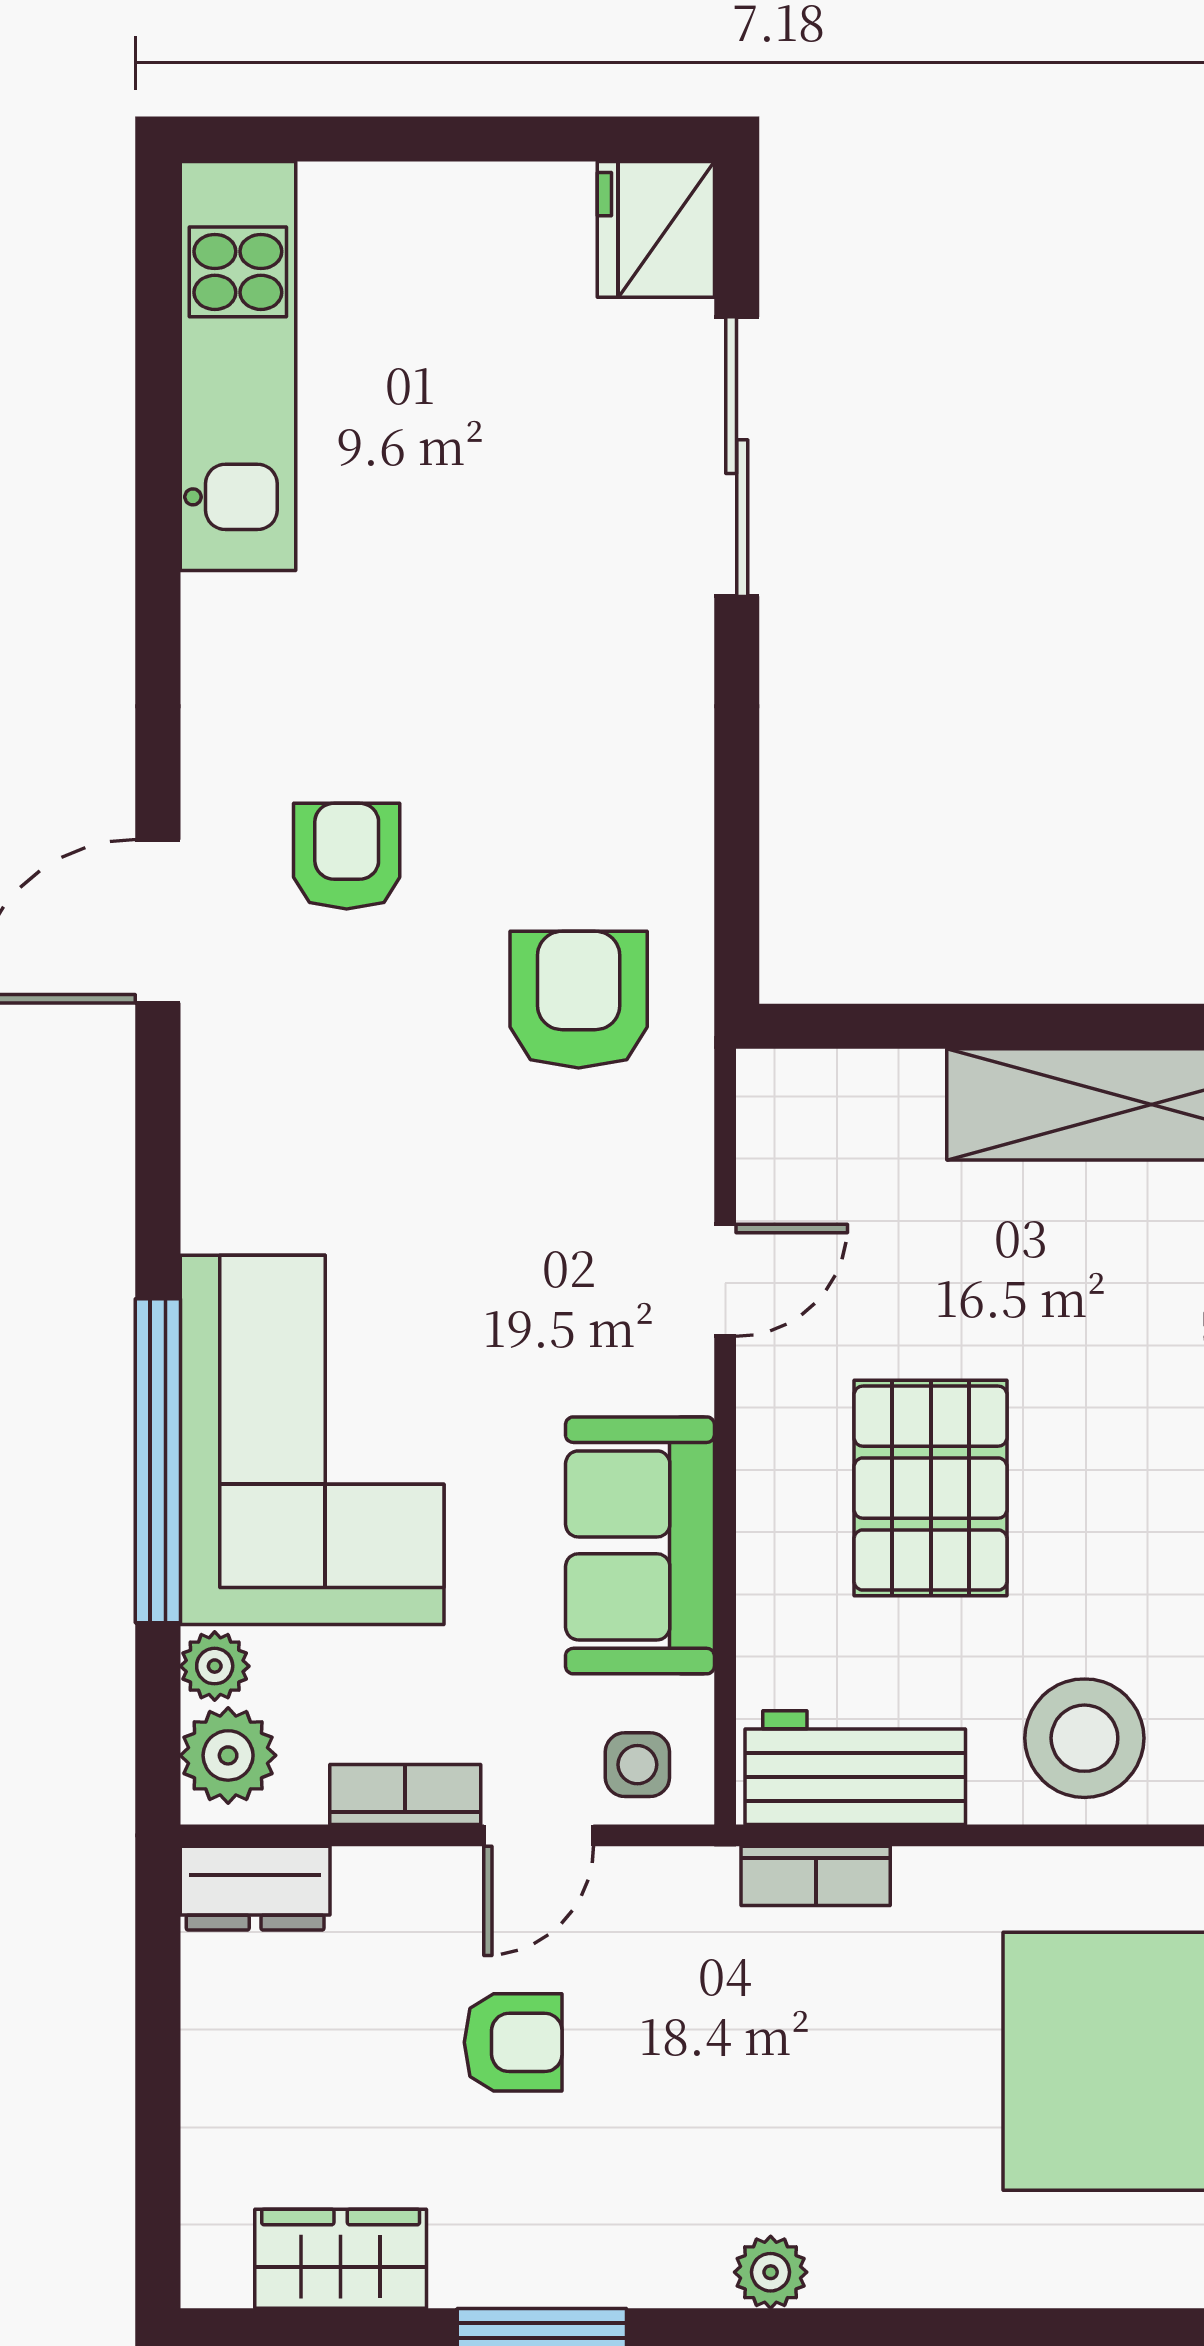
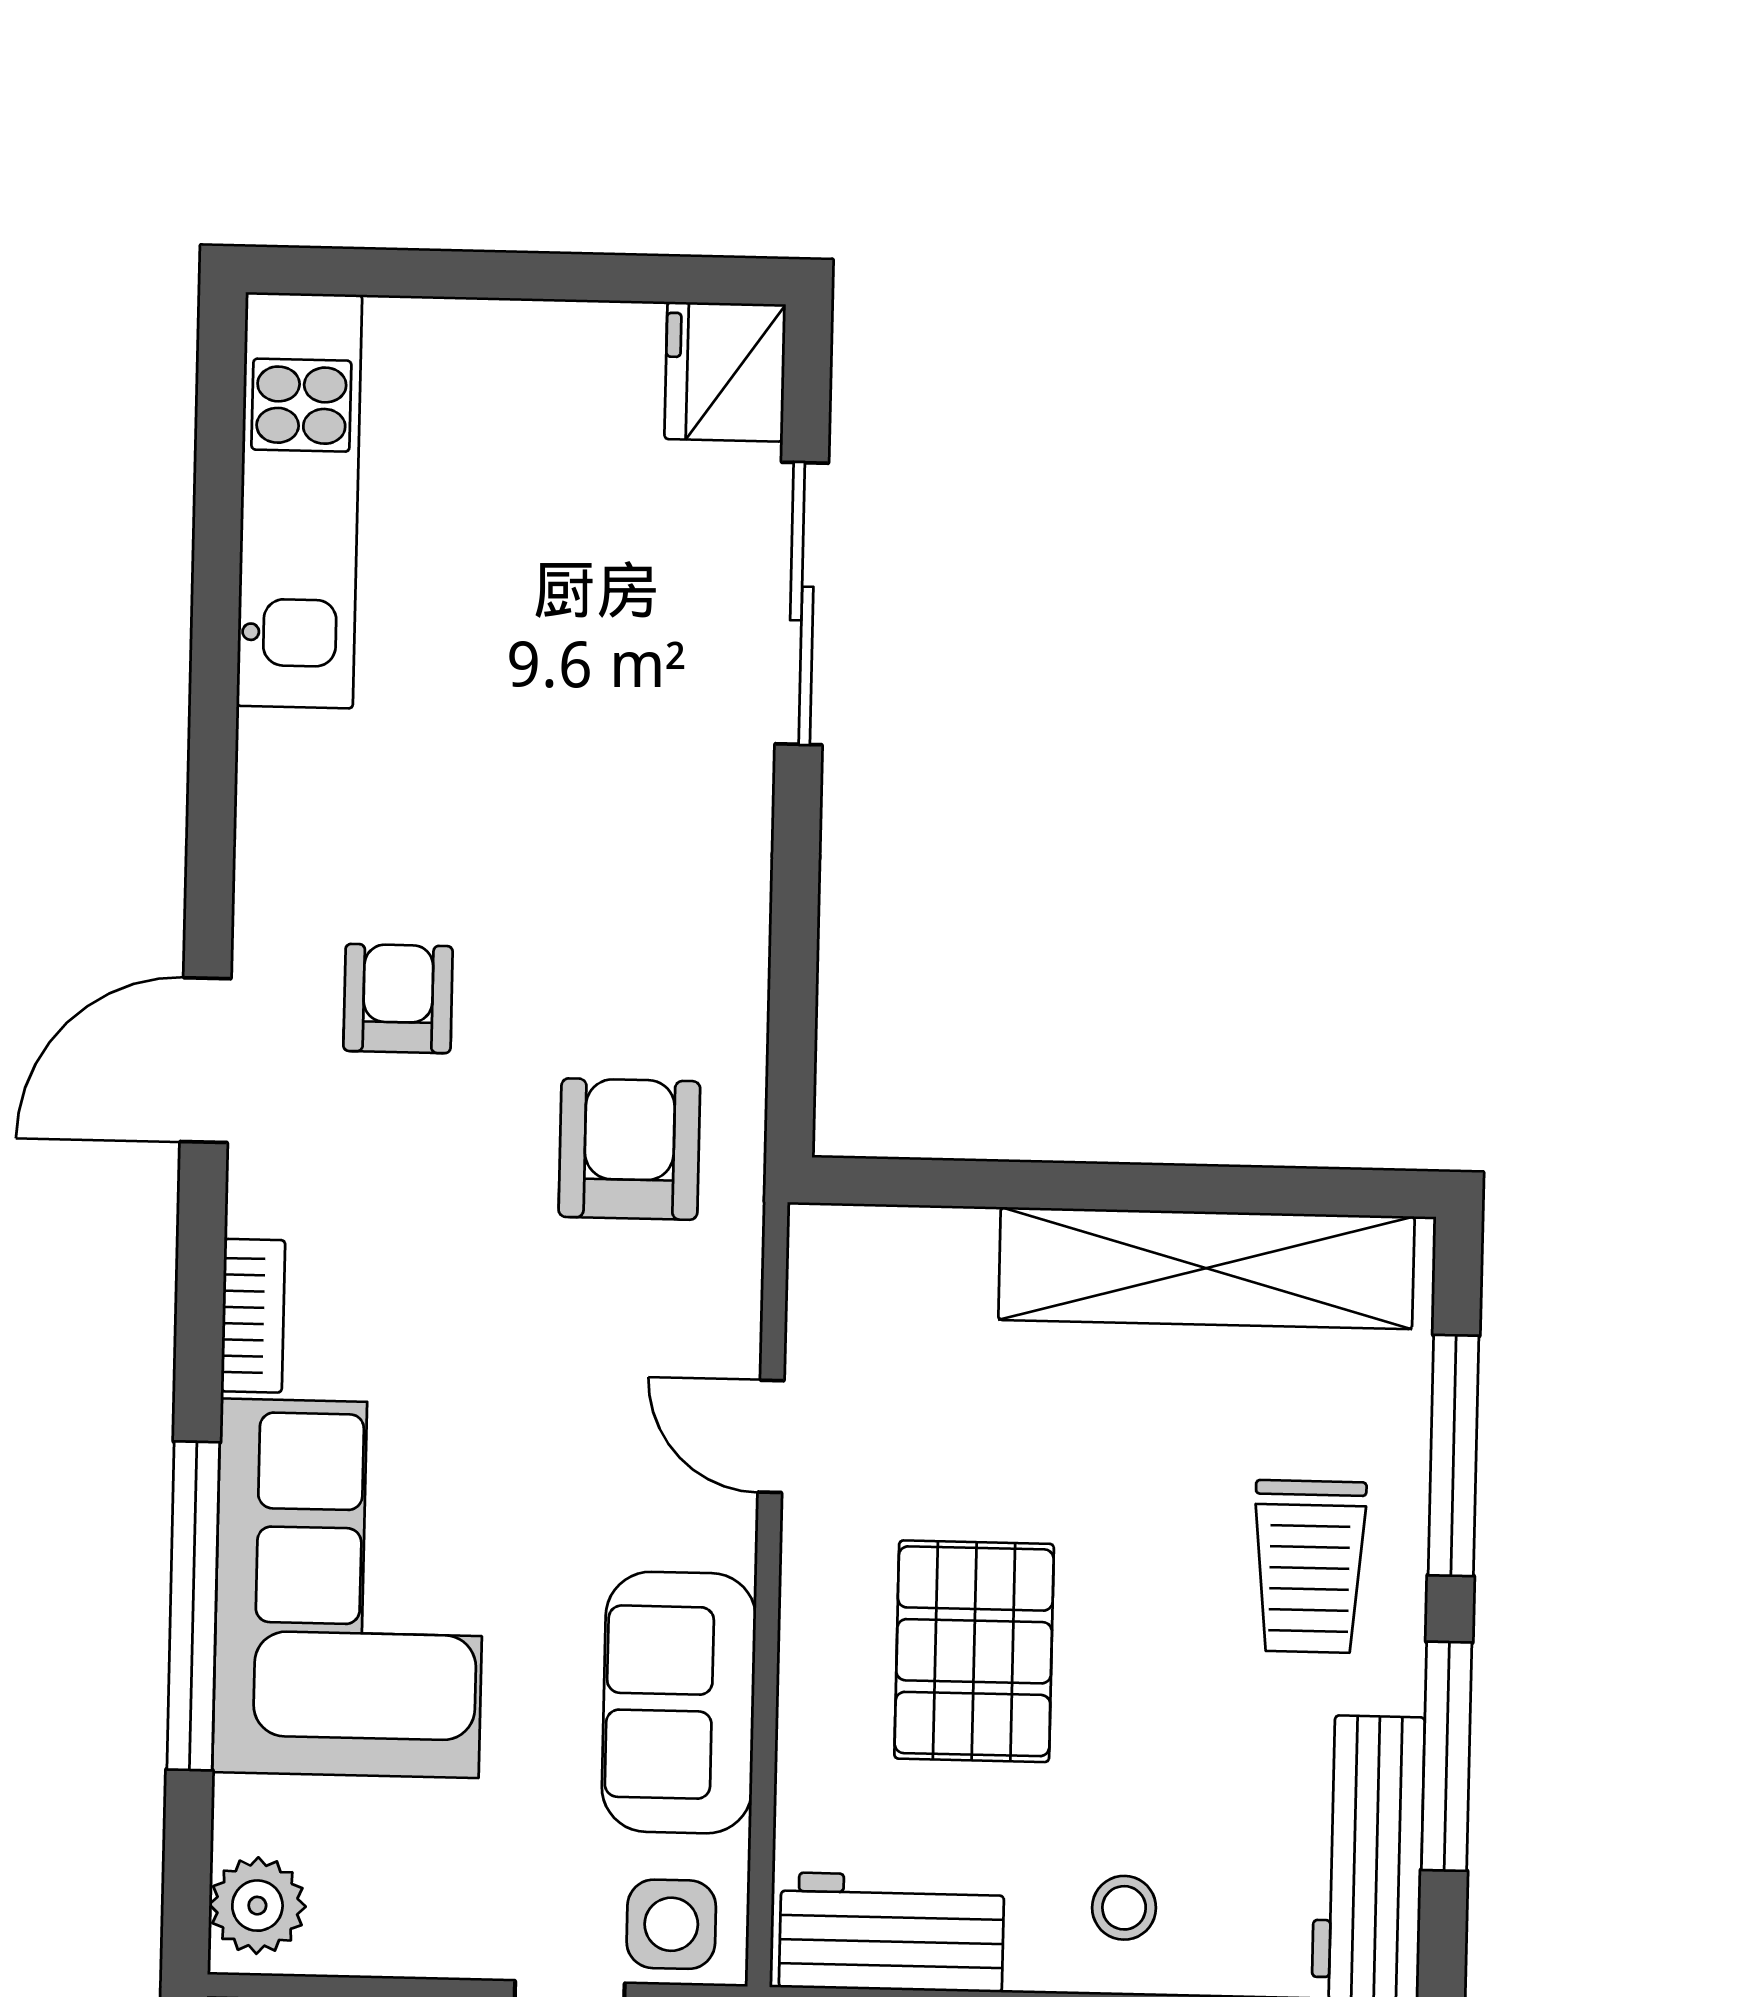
door: (725, 1280) -> (771, 1436), swing flipped
plant: (215, 1666) -> (246, 1815), removed
stool: (1084, 1738) -> (1124, 1908), width x0.53, depth x0.53
side table: (637, 1765) -> (671, 1924), width x1.37, depth x1.37
bookcase: (405, 1794) -> (253, 1316), moved, turned 90

